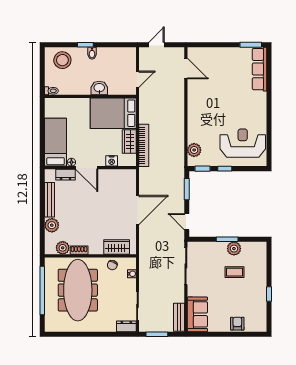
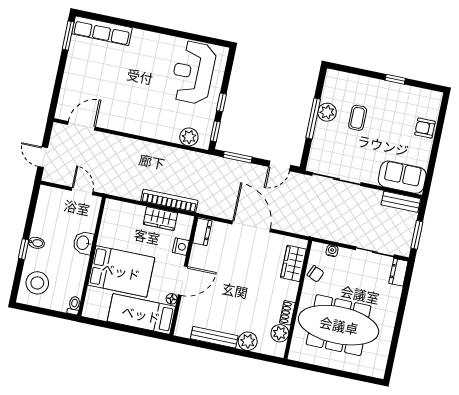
bed: (113, 113) -> (121, 271), moved, turned -90
dresser: (66, 175) -> (202, 232), moved
window: (227, 239) -> (313, 118), width x1.44
window: (42, 290) -> (329, 371), removed

